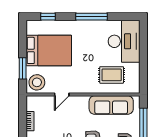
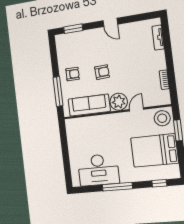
desk: (124, 41) -> (98, 170), moved, turned -90
rug: (112, 75) -> (92, 133), removed
plant: (79, 105) -> (119, 102), added

